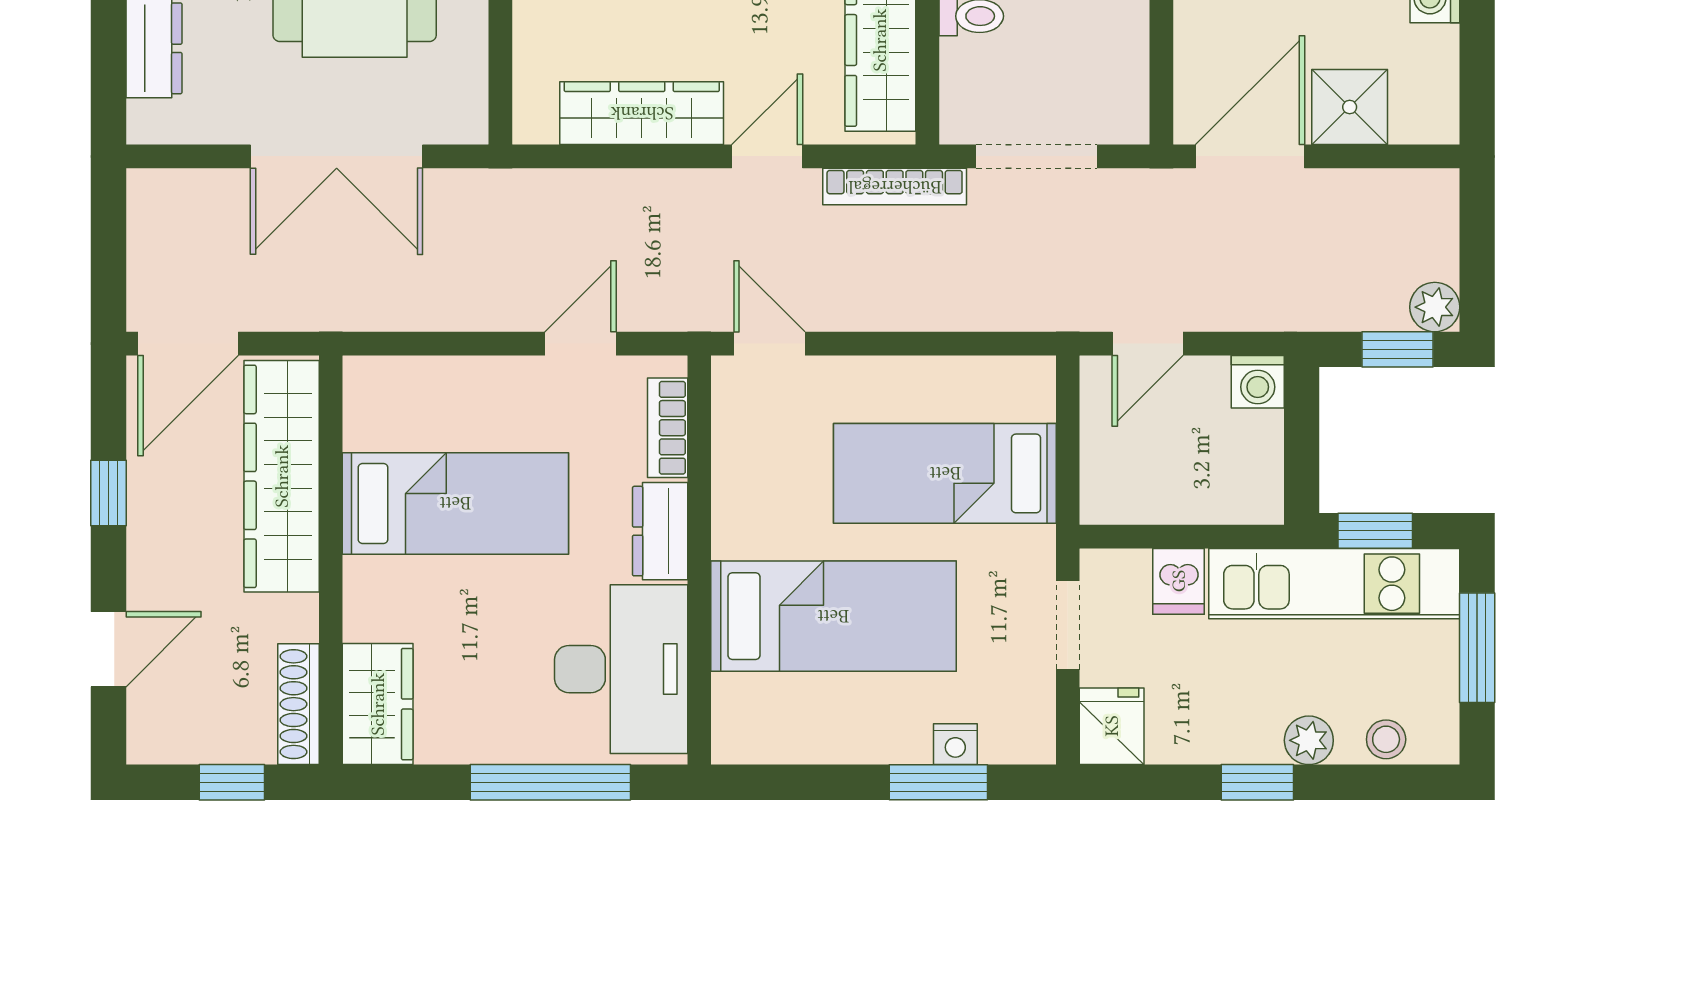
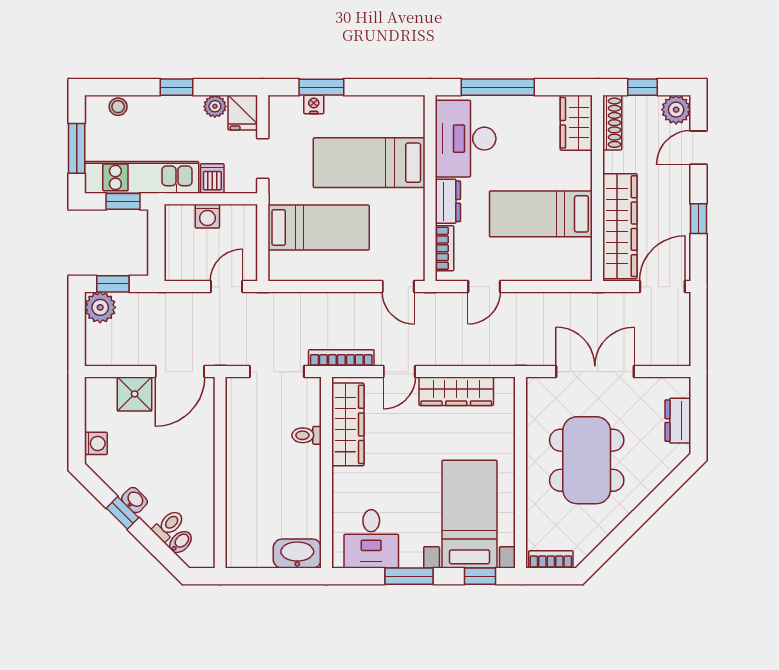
plant: (1435, 307) -> (100, 307), width x1.38, depth x1.38
washing machine: (1258, 382) -> (207, 216), moved, turned 180
plant: (158, 733) -> (676, 110), added
plant: (1309, 740) -> (215, 106), moved

